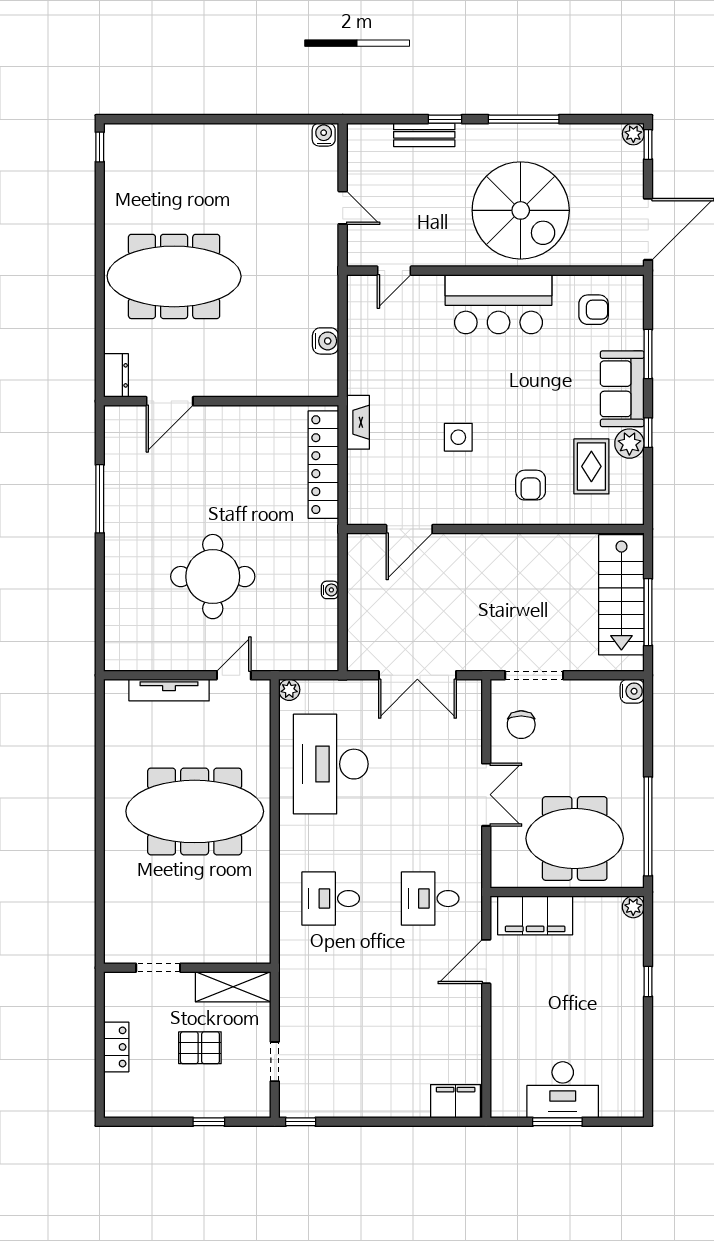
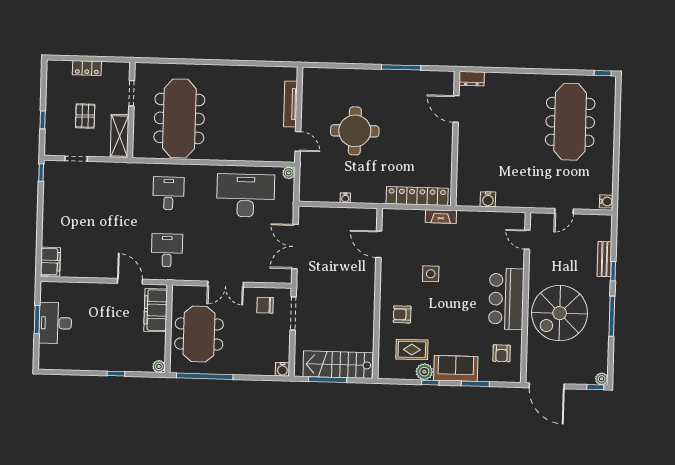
meeting table: (174, 276) -> (570, 122), moved
meeting table: (195, 811) -> (179, 118), moved

